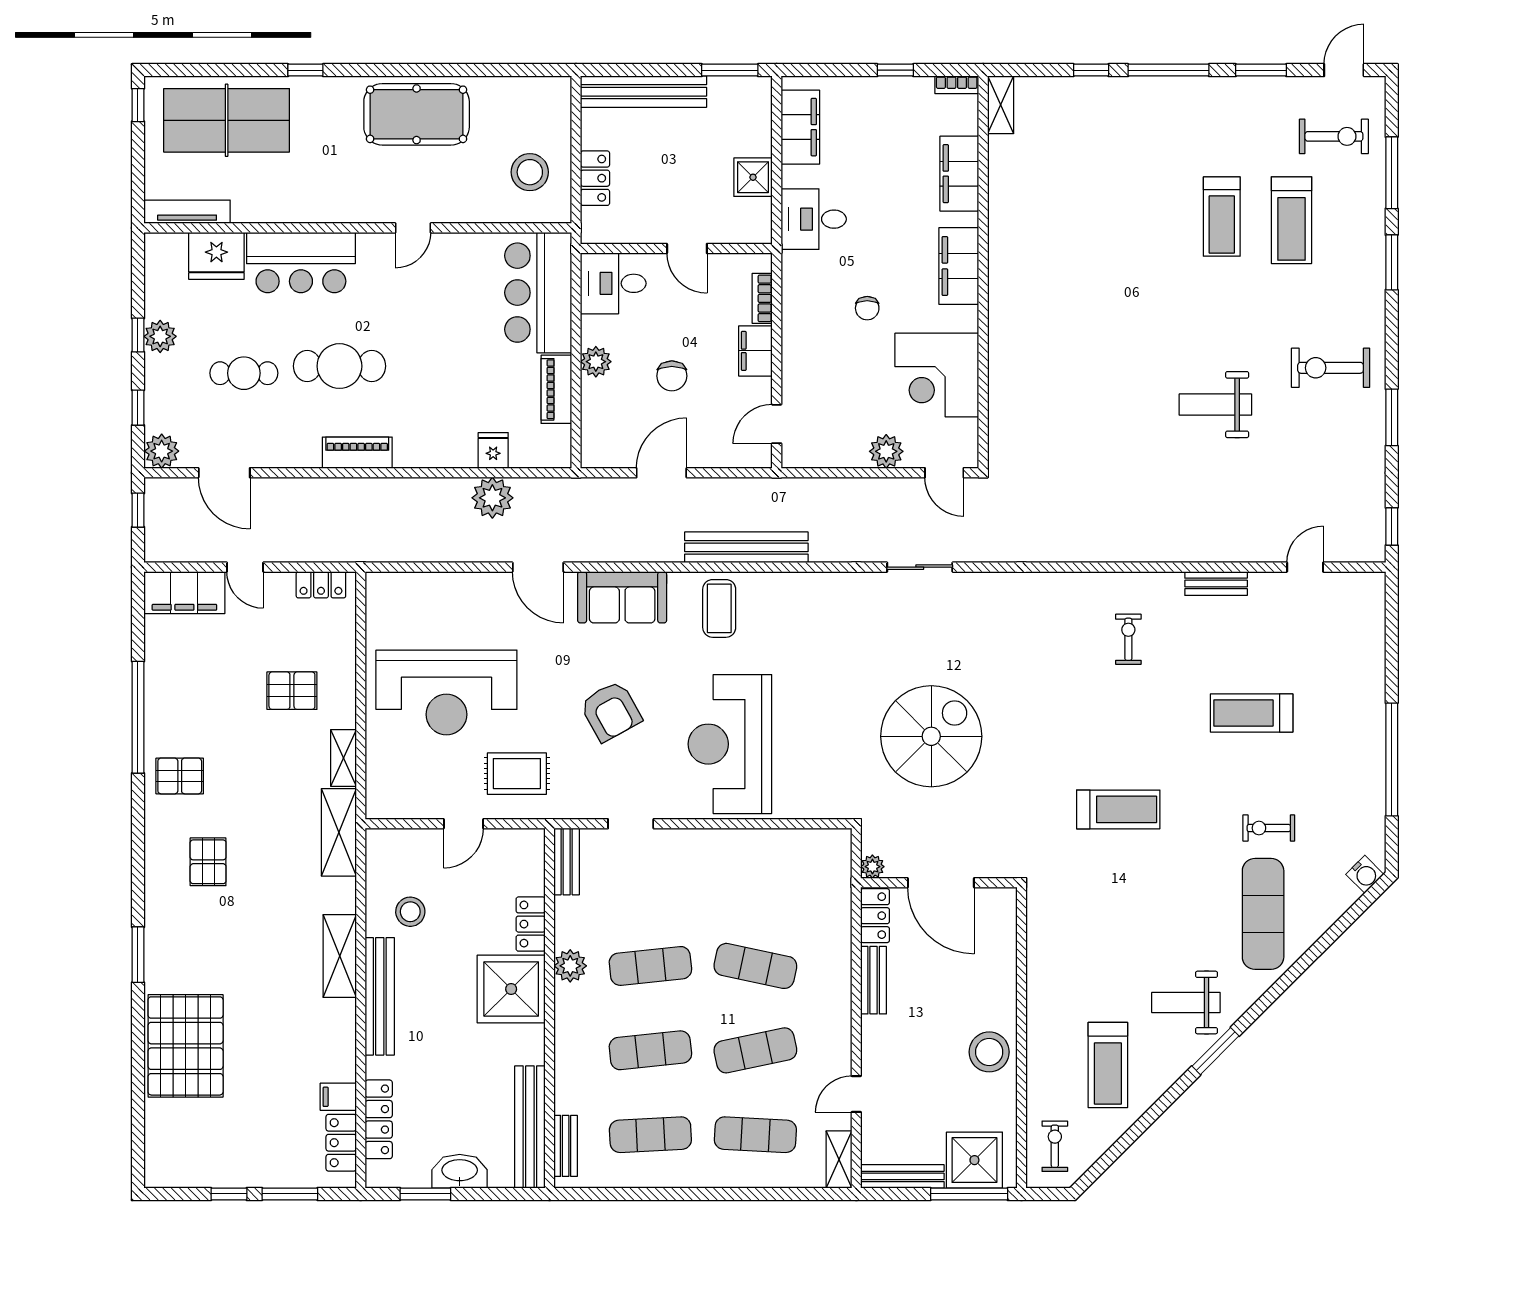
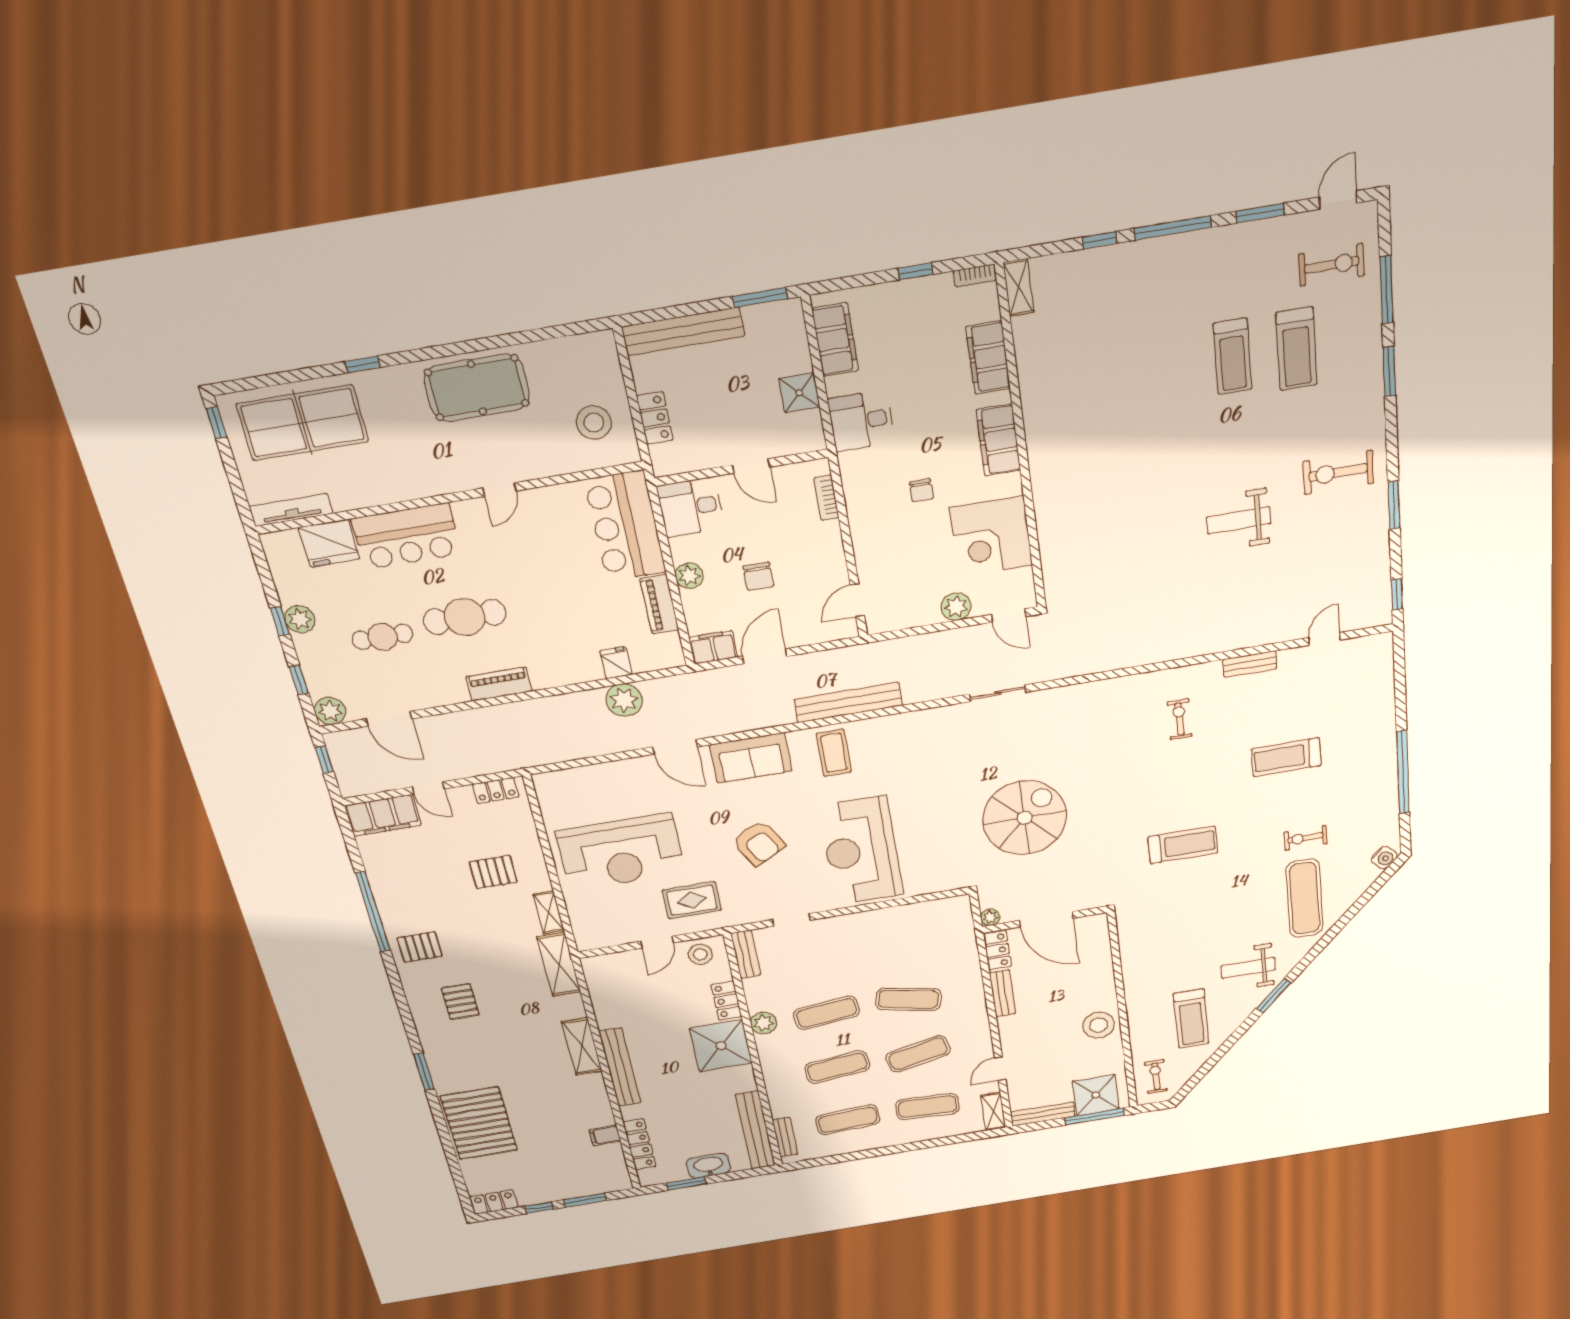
filing cabinet: (755, 351) -> (713, 647), moved, turned 90
stool: (410, 912) -> (700, 954), moved
locker: (341, 1143) -> (494, 1202), moved, turned 90

